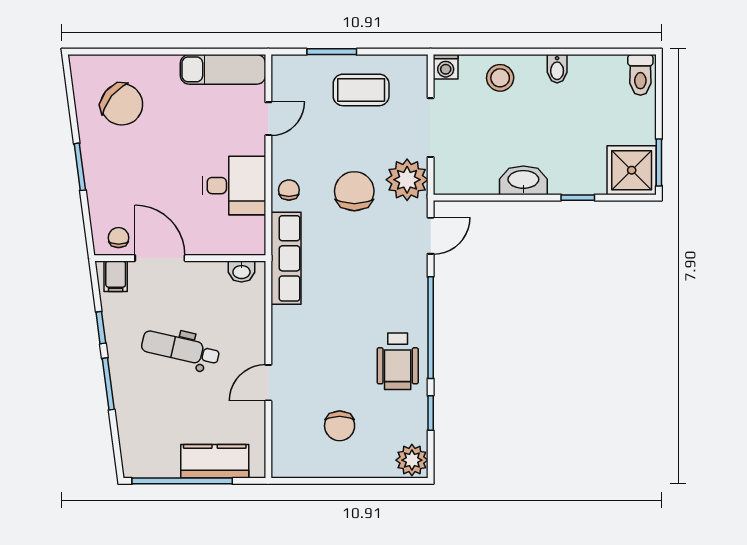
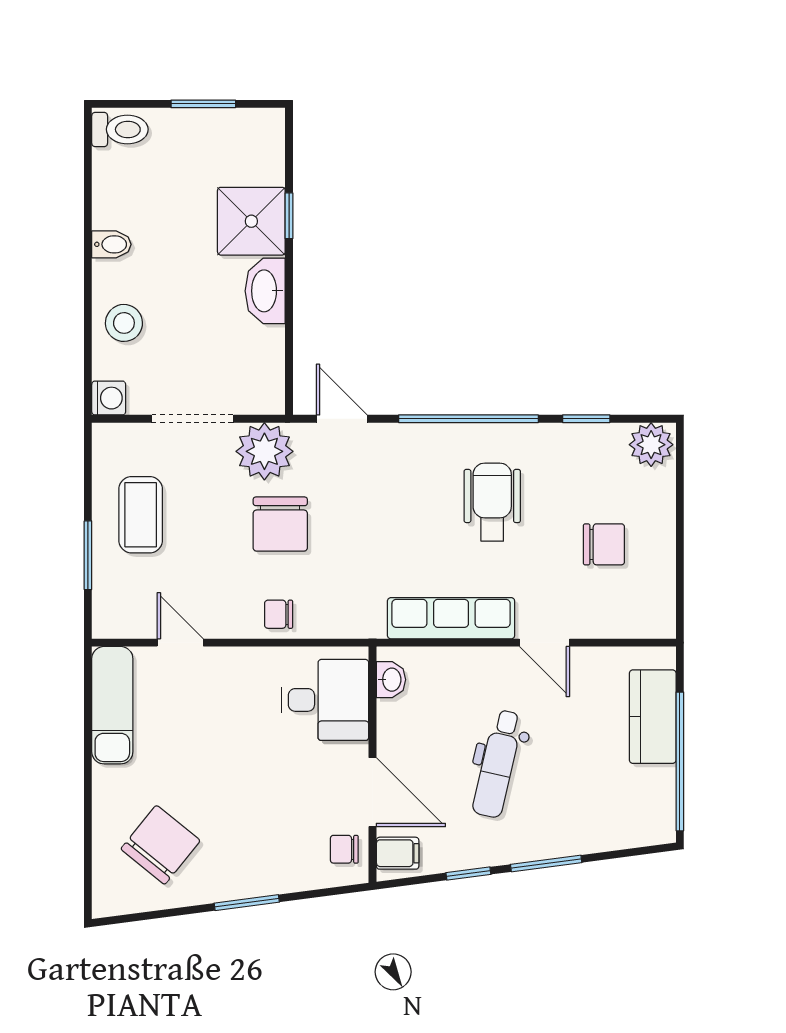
window: (659, 162) -> (203, 104), moved
shower: (632, 170) -> (251, 221), moved
desk: (234, 186) -> (325, 700), moved, turned 90
chair: (354, 191) -> (280, 524), turned -90
door: (160, 258) -> (373, 792), swing flipped
row of seats: (286, 258) -> (451, 618), moved
wheelchair: (398, 361) -> (492, 502), moved, turned -90

